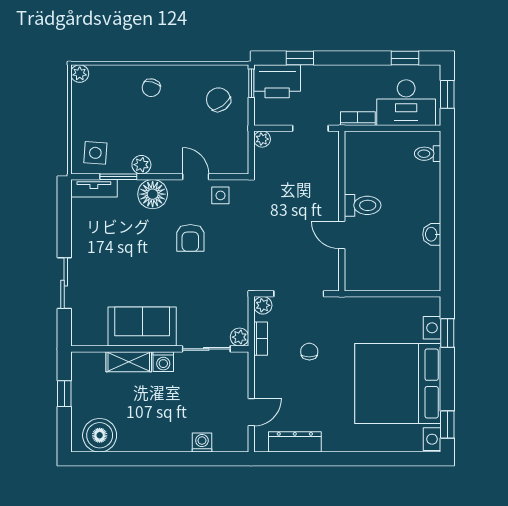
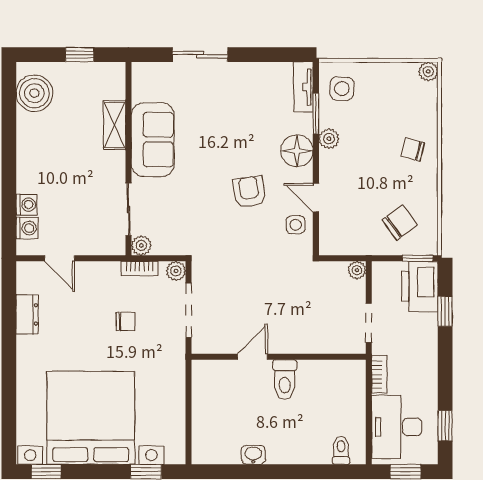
door: (196, 177) -> (316, 198), swing flipped
armchair: (190, 238) -> (249, 192), turned 81
washing machine: (163, 362) -> (27, 228), moved, turned 180
dresser: (295, 442) -> (27, 314), width x0.70

